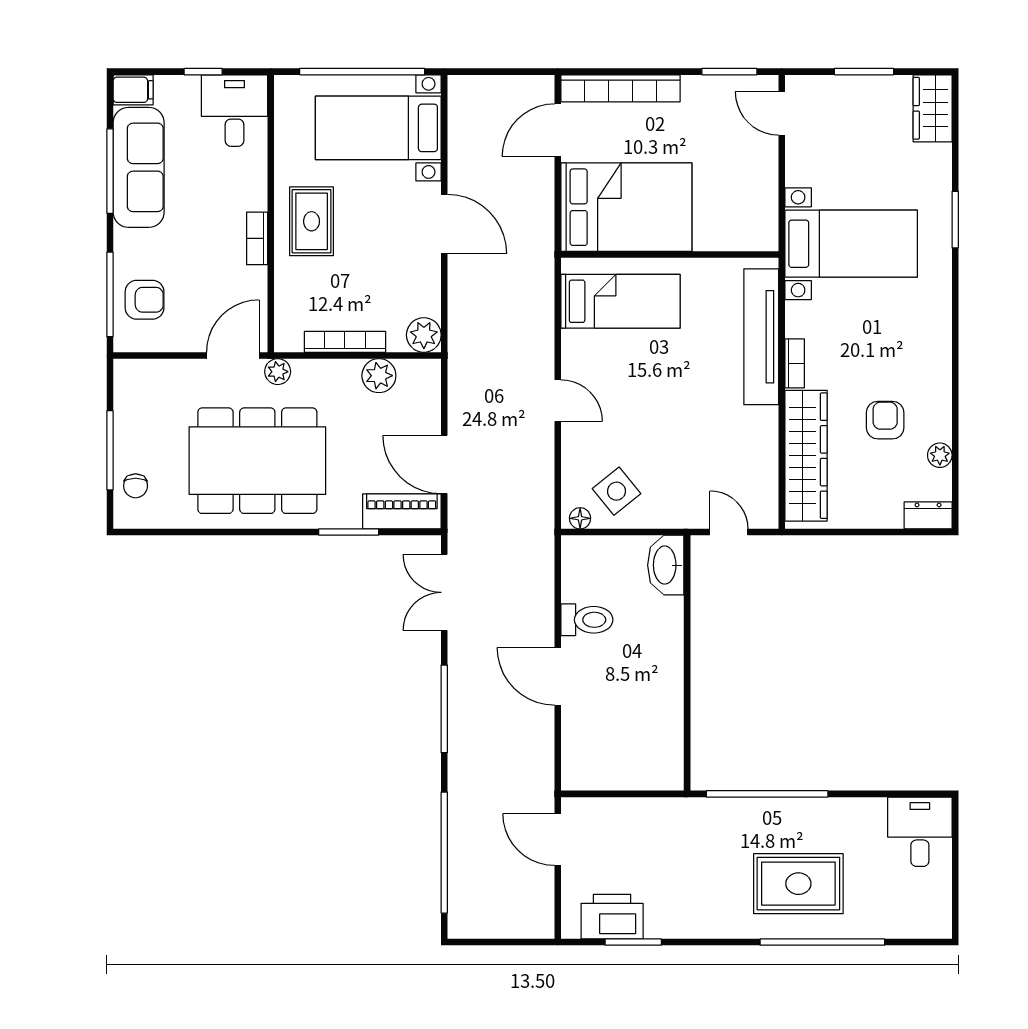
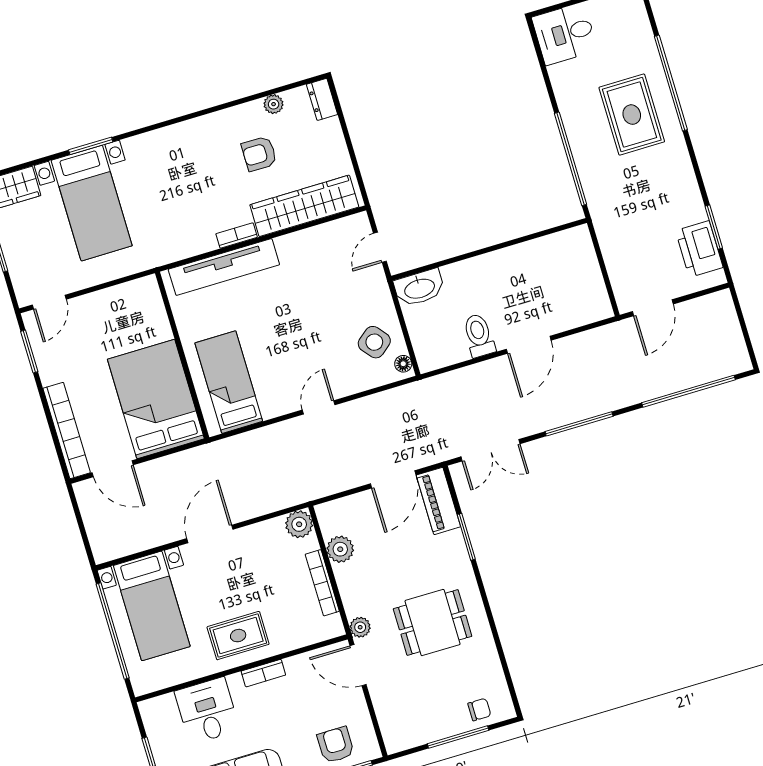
desk: (235, 111) -> (207, 711), moved, turned 90
bed with nightstands: (851, 244) -> (92, 203), moved, turned 180
dining table: (257, 461) -> (433, 623), width x0.53, depth x0.80

